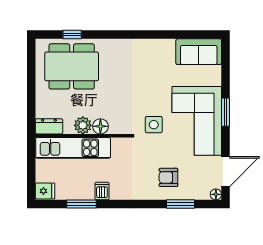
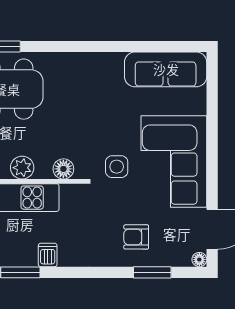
sofa: (199, 52) -> (166, 69), width x1.36
window: (225, 112) -> (212, 150), removed
floor lamp: (100, 126) -> (63, 169), moved

